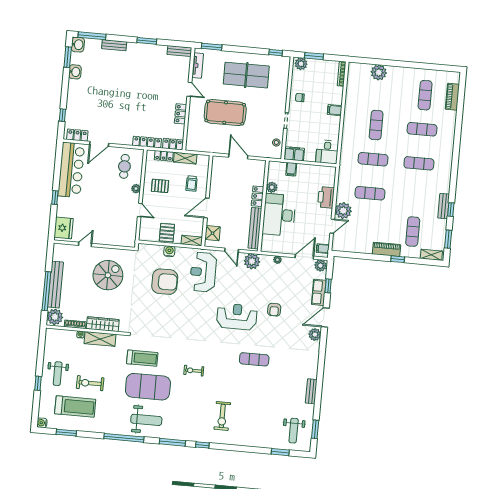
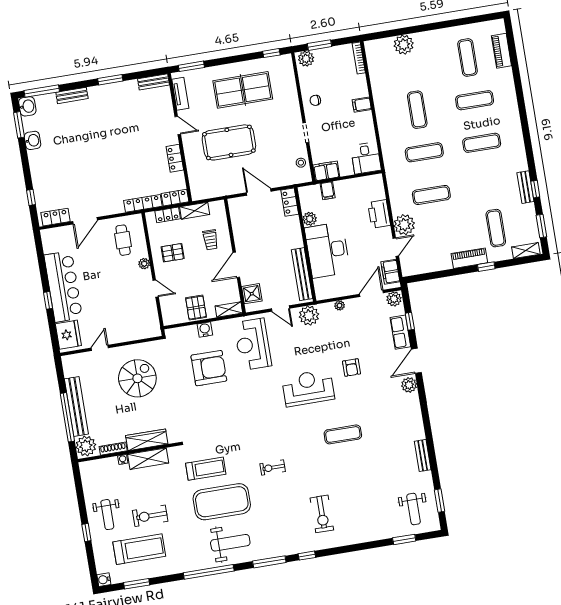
bar counter: (71, 170) -> (63, 286), moved
locker: (258, 196) -> (290, 202), moved
filing cabinet: (323, 249) -> (390, 272), width x2.00

